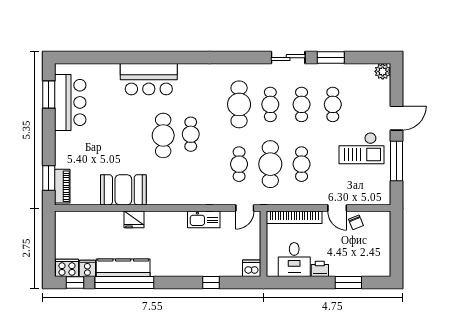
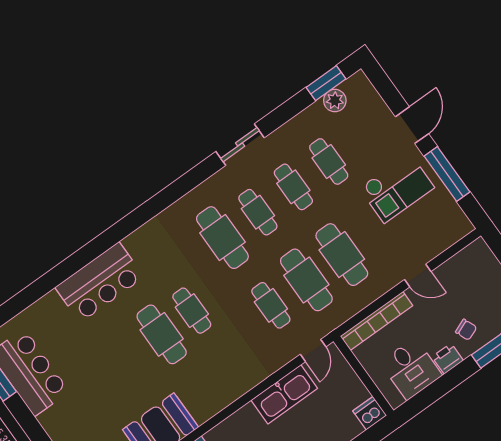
window: (331, 58) -> (326, 83), moved
plant: (383, 71) -> (335, 101), moved
cafe table: (302, 164) -> (342, 255), width x1.37, depth x1.35
kitchen sink: (204, 219) -> (284, 394), width x1.36, depth x1.24
chair: (356, 222) -> (466, 330), moved

